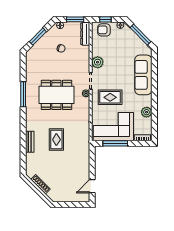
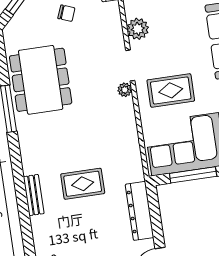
dining table: (56, 95) -> (41, 80), moved, turned 90
rug: (56, 140) -> (83, 184), turned 90
dresser: (84, 158) -> (140, 211), added

